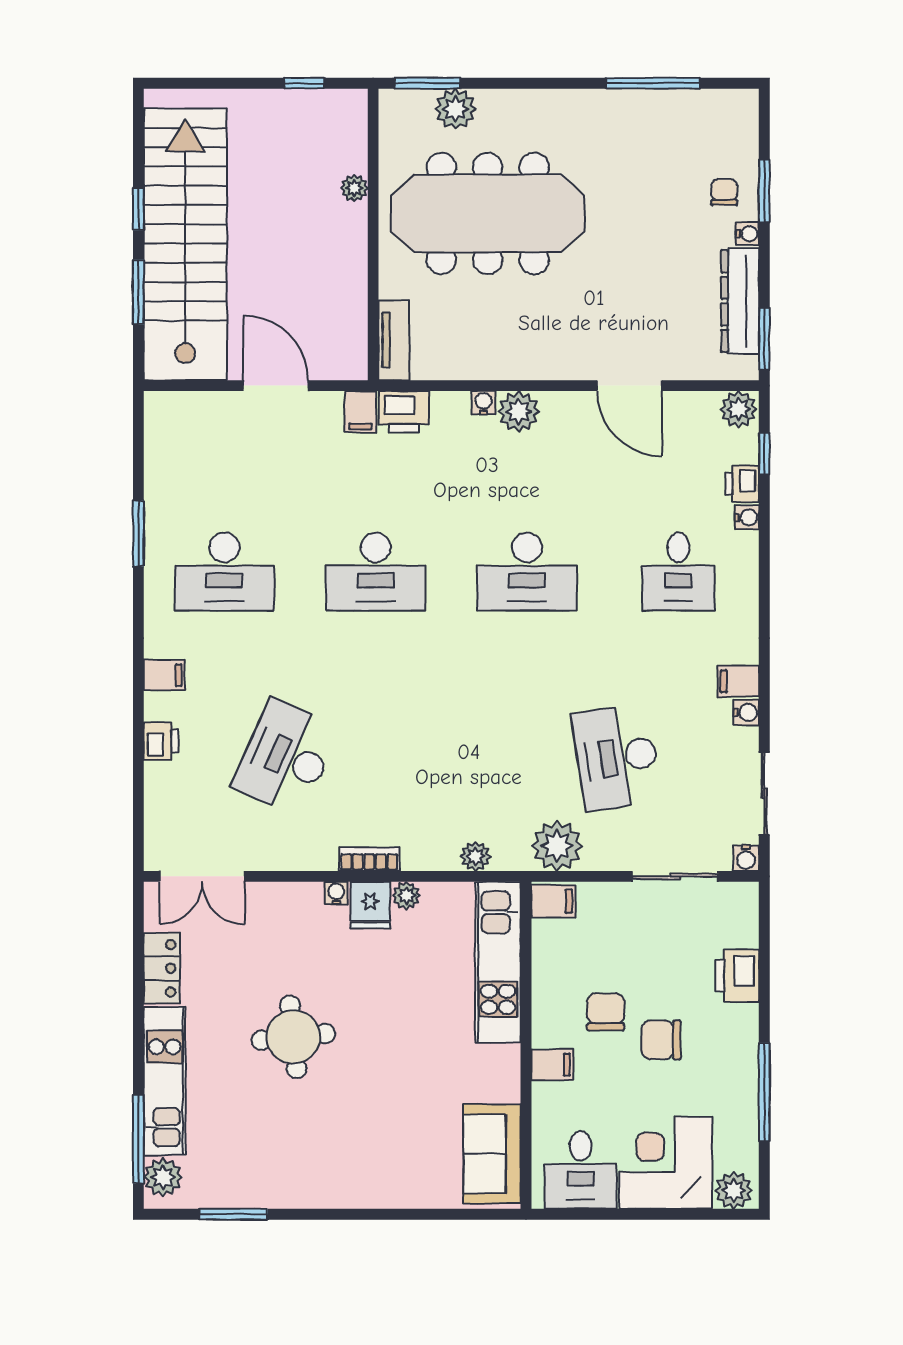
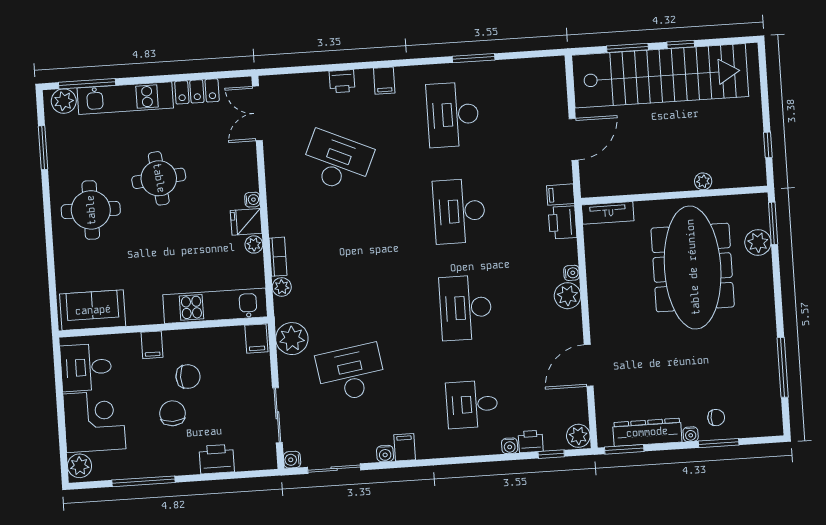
bookcase: (369, 859) -> (278, 257), moved
round table: (336, 1146) -> (91, 210), added

